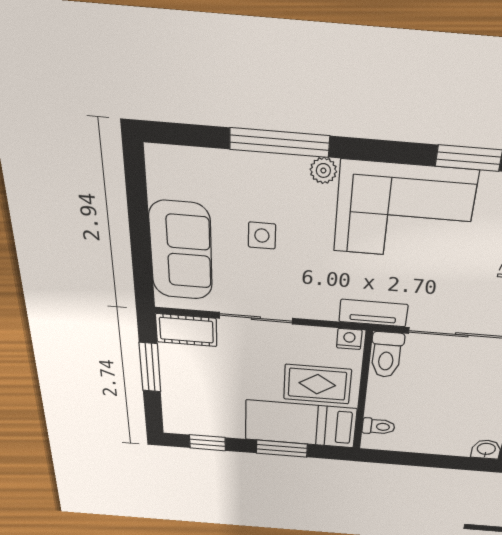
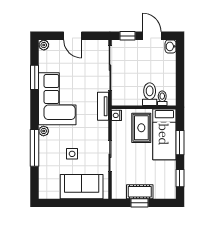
cot: (186, 330) -> (140, 192), moved, turned 90
toilet: (386, 355) -> (150, 94), moved, turned -90
window: (150, 367) -> (140, 203), width x0.67

